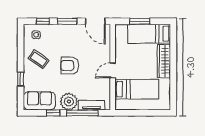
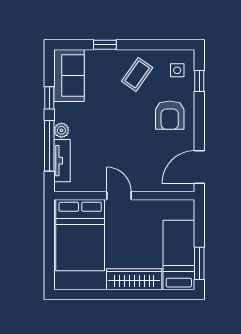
window: (67, 21) -> (199, 121), removed
window: (140, 21) -> (199, 263), moved
armchair: (70, 65) -> (170, 115), moved, turned 180
bed: (137, 89) -> (80, 235), width x1.50
plant: (69, 101) -> (61, 130), width x0.53, depth x0.53

